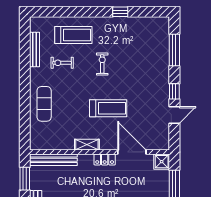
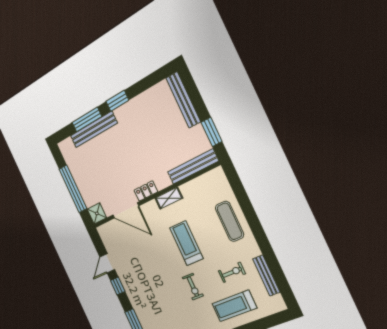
treadmill: (108, 108) -> (186, 243), moved, turned 90

